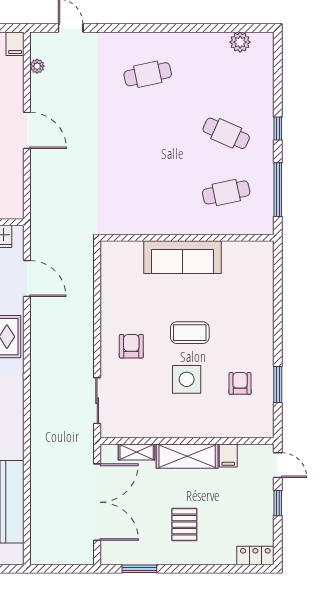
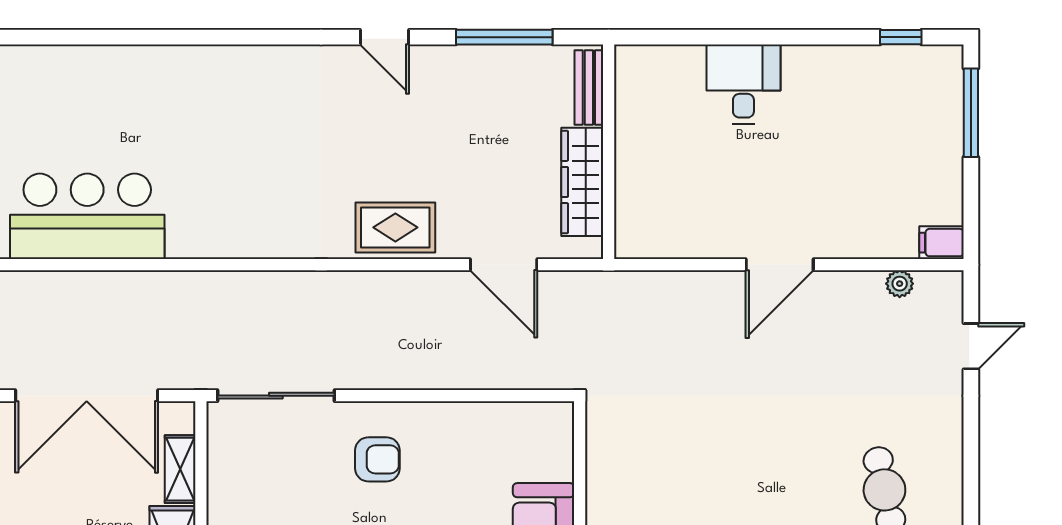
door: (27, 279) -> (504, 265), hinge flipped
sliding door: (97, 401) -> (276, 396), width x1.37

